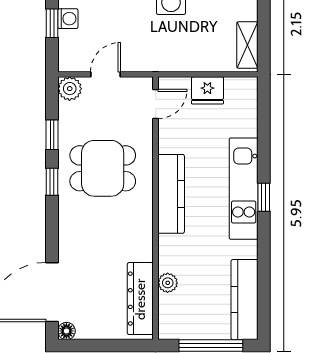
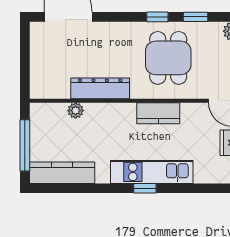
kitchen counter: (171, 194) -> (158, 113), width x0.67
dresser: (140, 299) -> (100, 88), moved
floor lamp: (66, 331) -> (37, 29), removed

